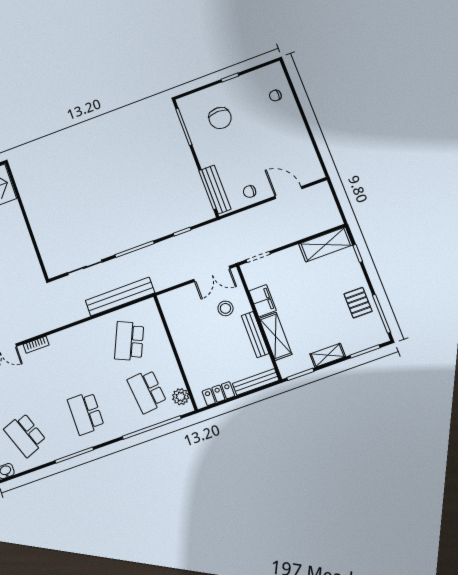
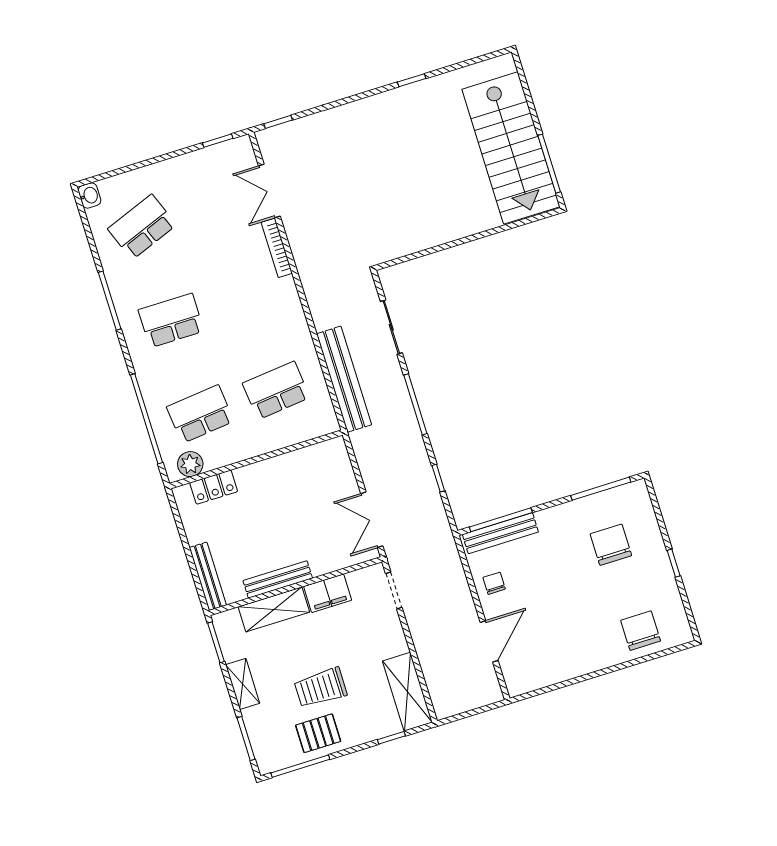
chair: (275, 95) -> (641, 631), width x1.87, depth x1.87
chair: (220, 118) -> (611, 545), turned 90
trolley: (327, 302) -> (321, 688), added
stool: (225, 308) -> (319, 538), removed
school desk: (129, 341) -> (276, 390), turned -30
bookcase: (36, 345) -> (277, 248), width x1.56
locker: (218, 394) -> (214, 487), moved, turned 90

